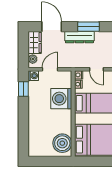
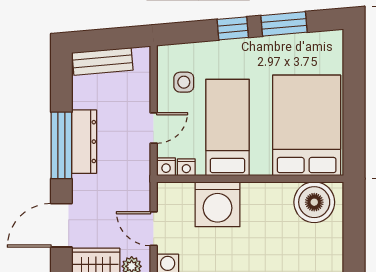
window: (88, 27) -> (61, 145), width x1.44
dresser: (79, 37) -> (84, 142), moved

